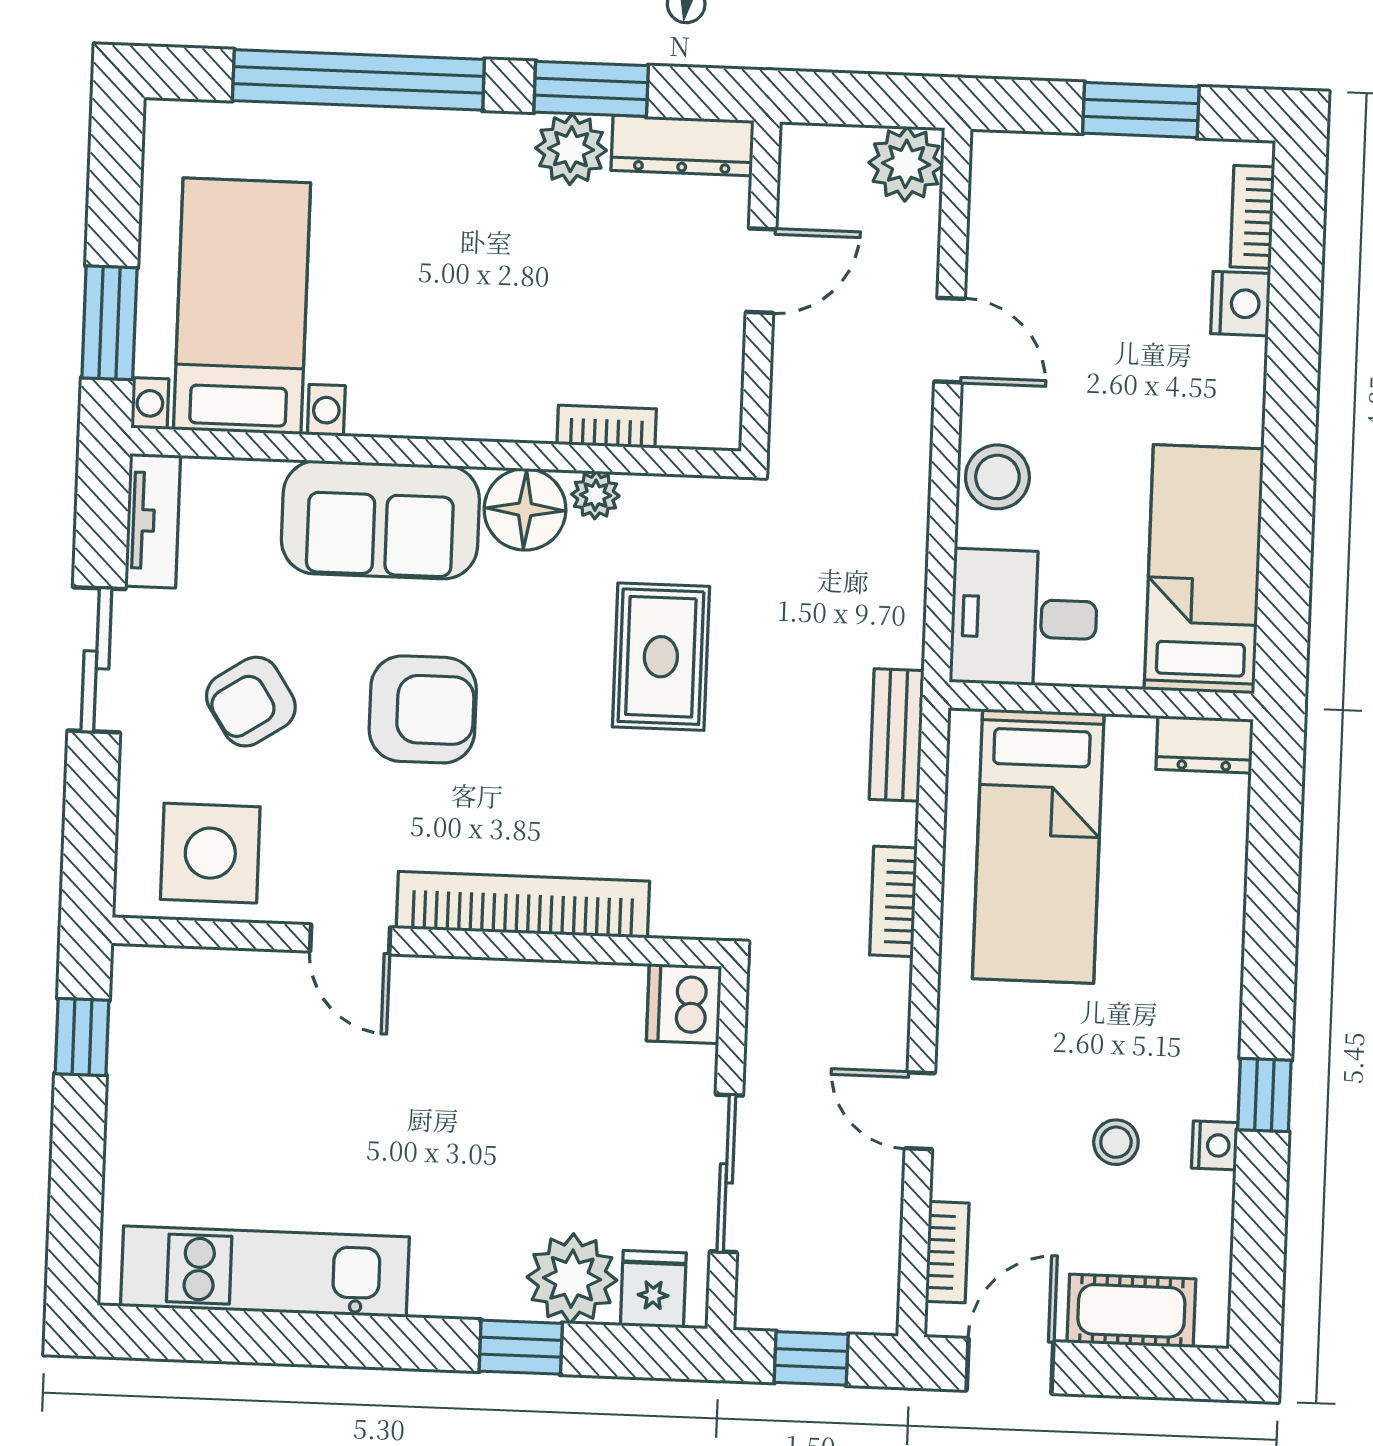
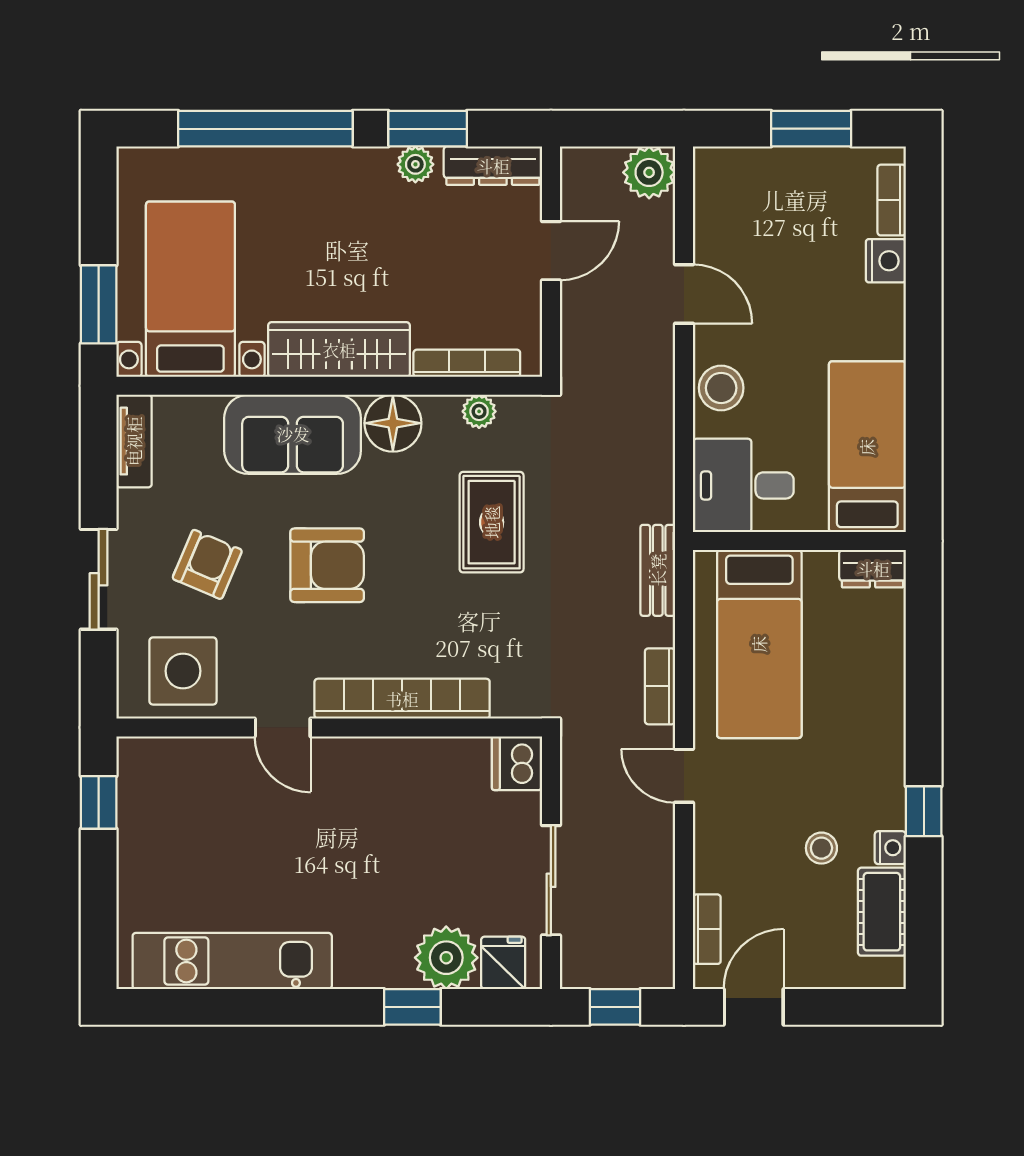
plant: (571, 149) -> (415, 164), width x0.73, depth x0.73
wardrobe: (452, 401) -> (339, 350), added
bookcase: (607, 427) -> (467, 363), width x1.56
plant: (595, 495) -> (479, 411), moved
sliding door: (96, 660) -> (99, 579), moved
armchair: (251, 702) -> (207, 564), turned 146
door: (920, 1111) -> (684, 776), moved
cot: (1131, 1311) -> (882, 912), moved, turned 90

